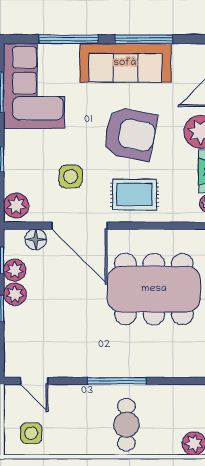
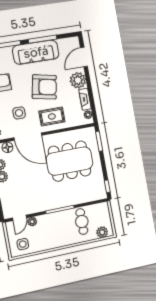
door: (34, 381) -> (19, 218), hinge flipped
plant: (58, 393) -> (32, 222), added
cafe table: (126, 425) -> (82, 222), moved

